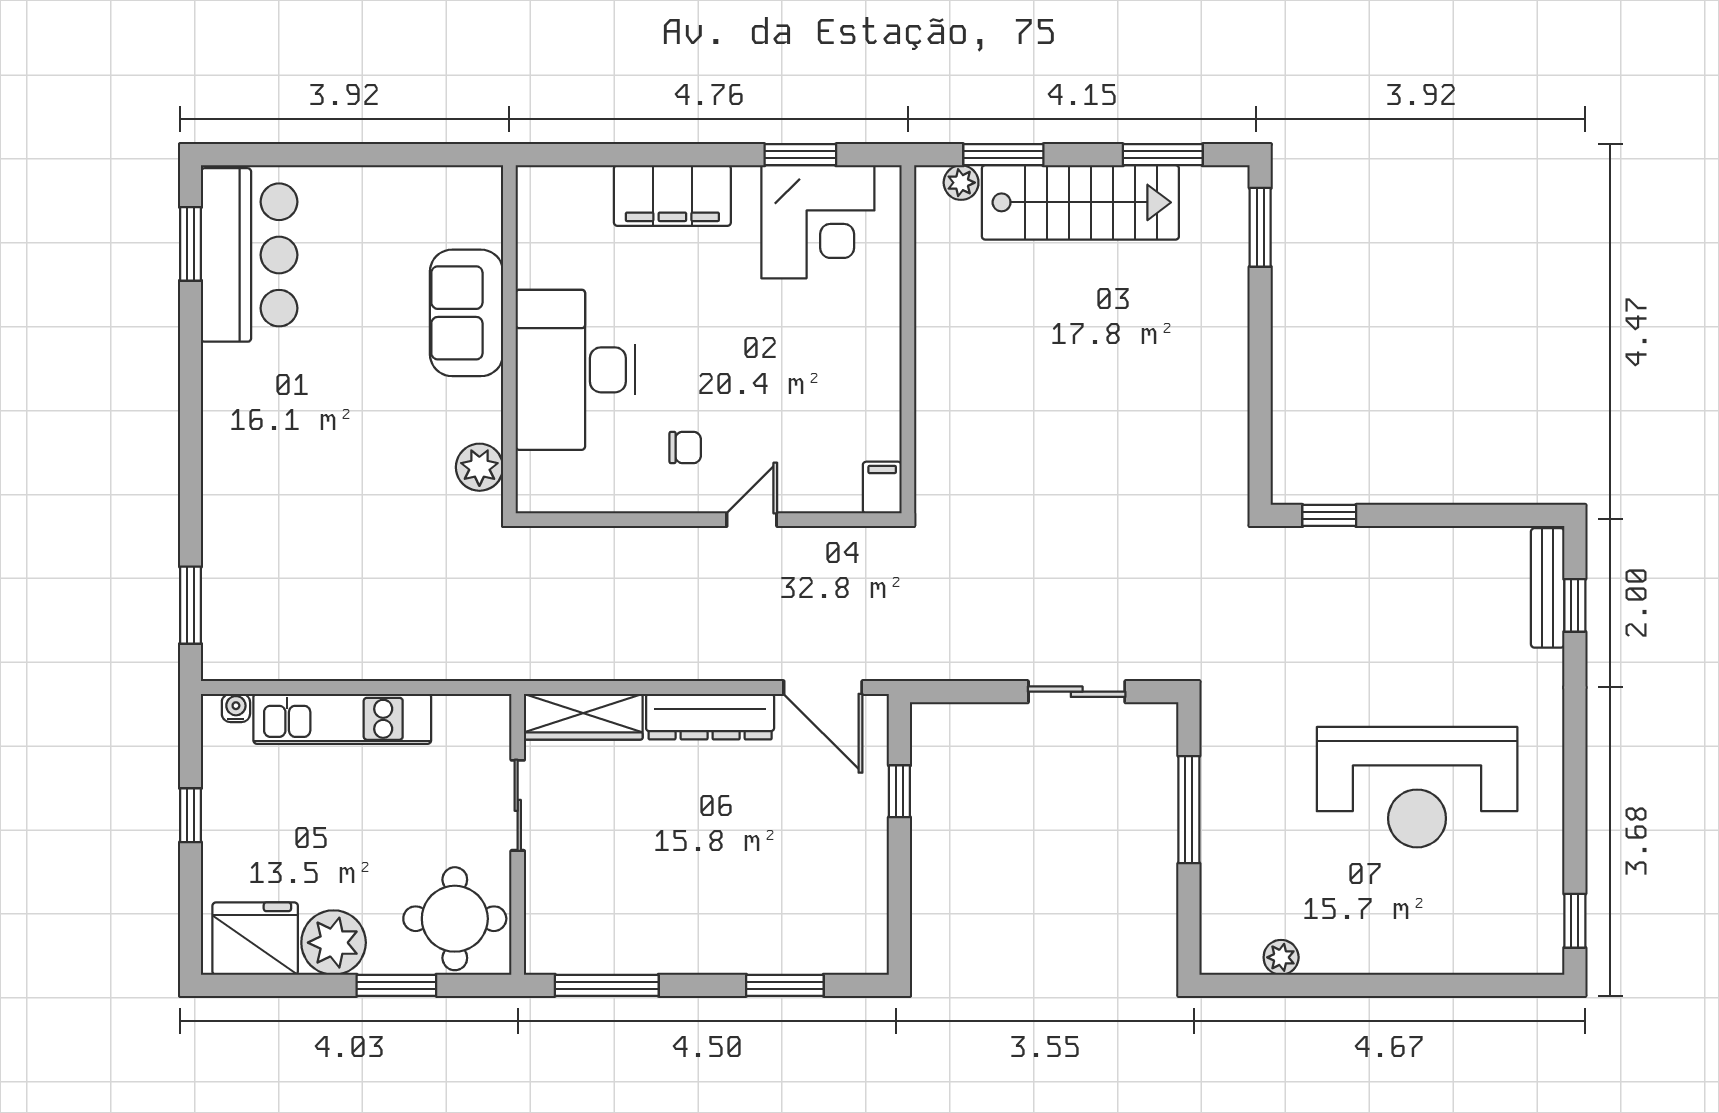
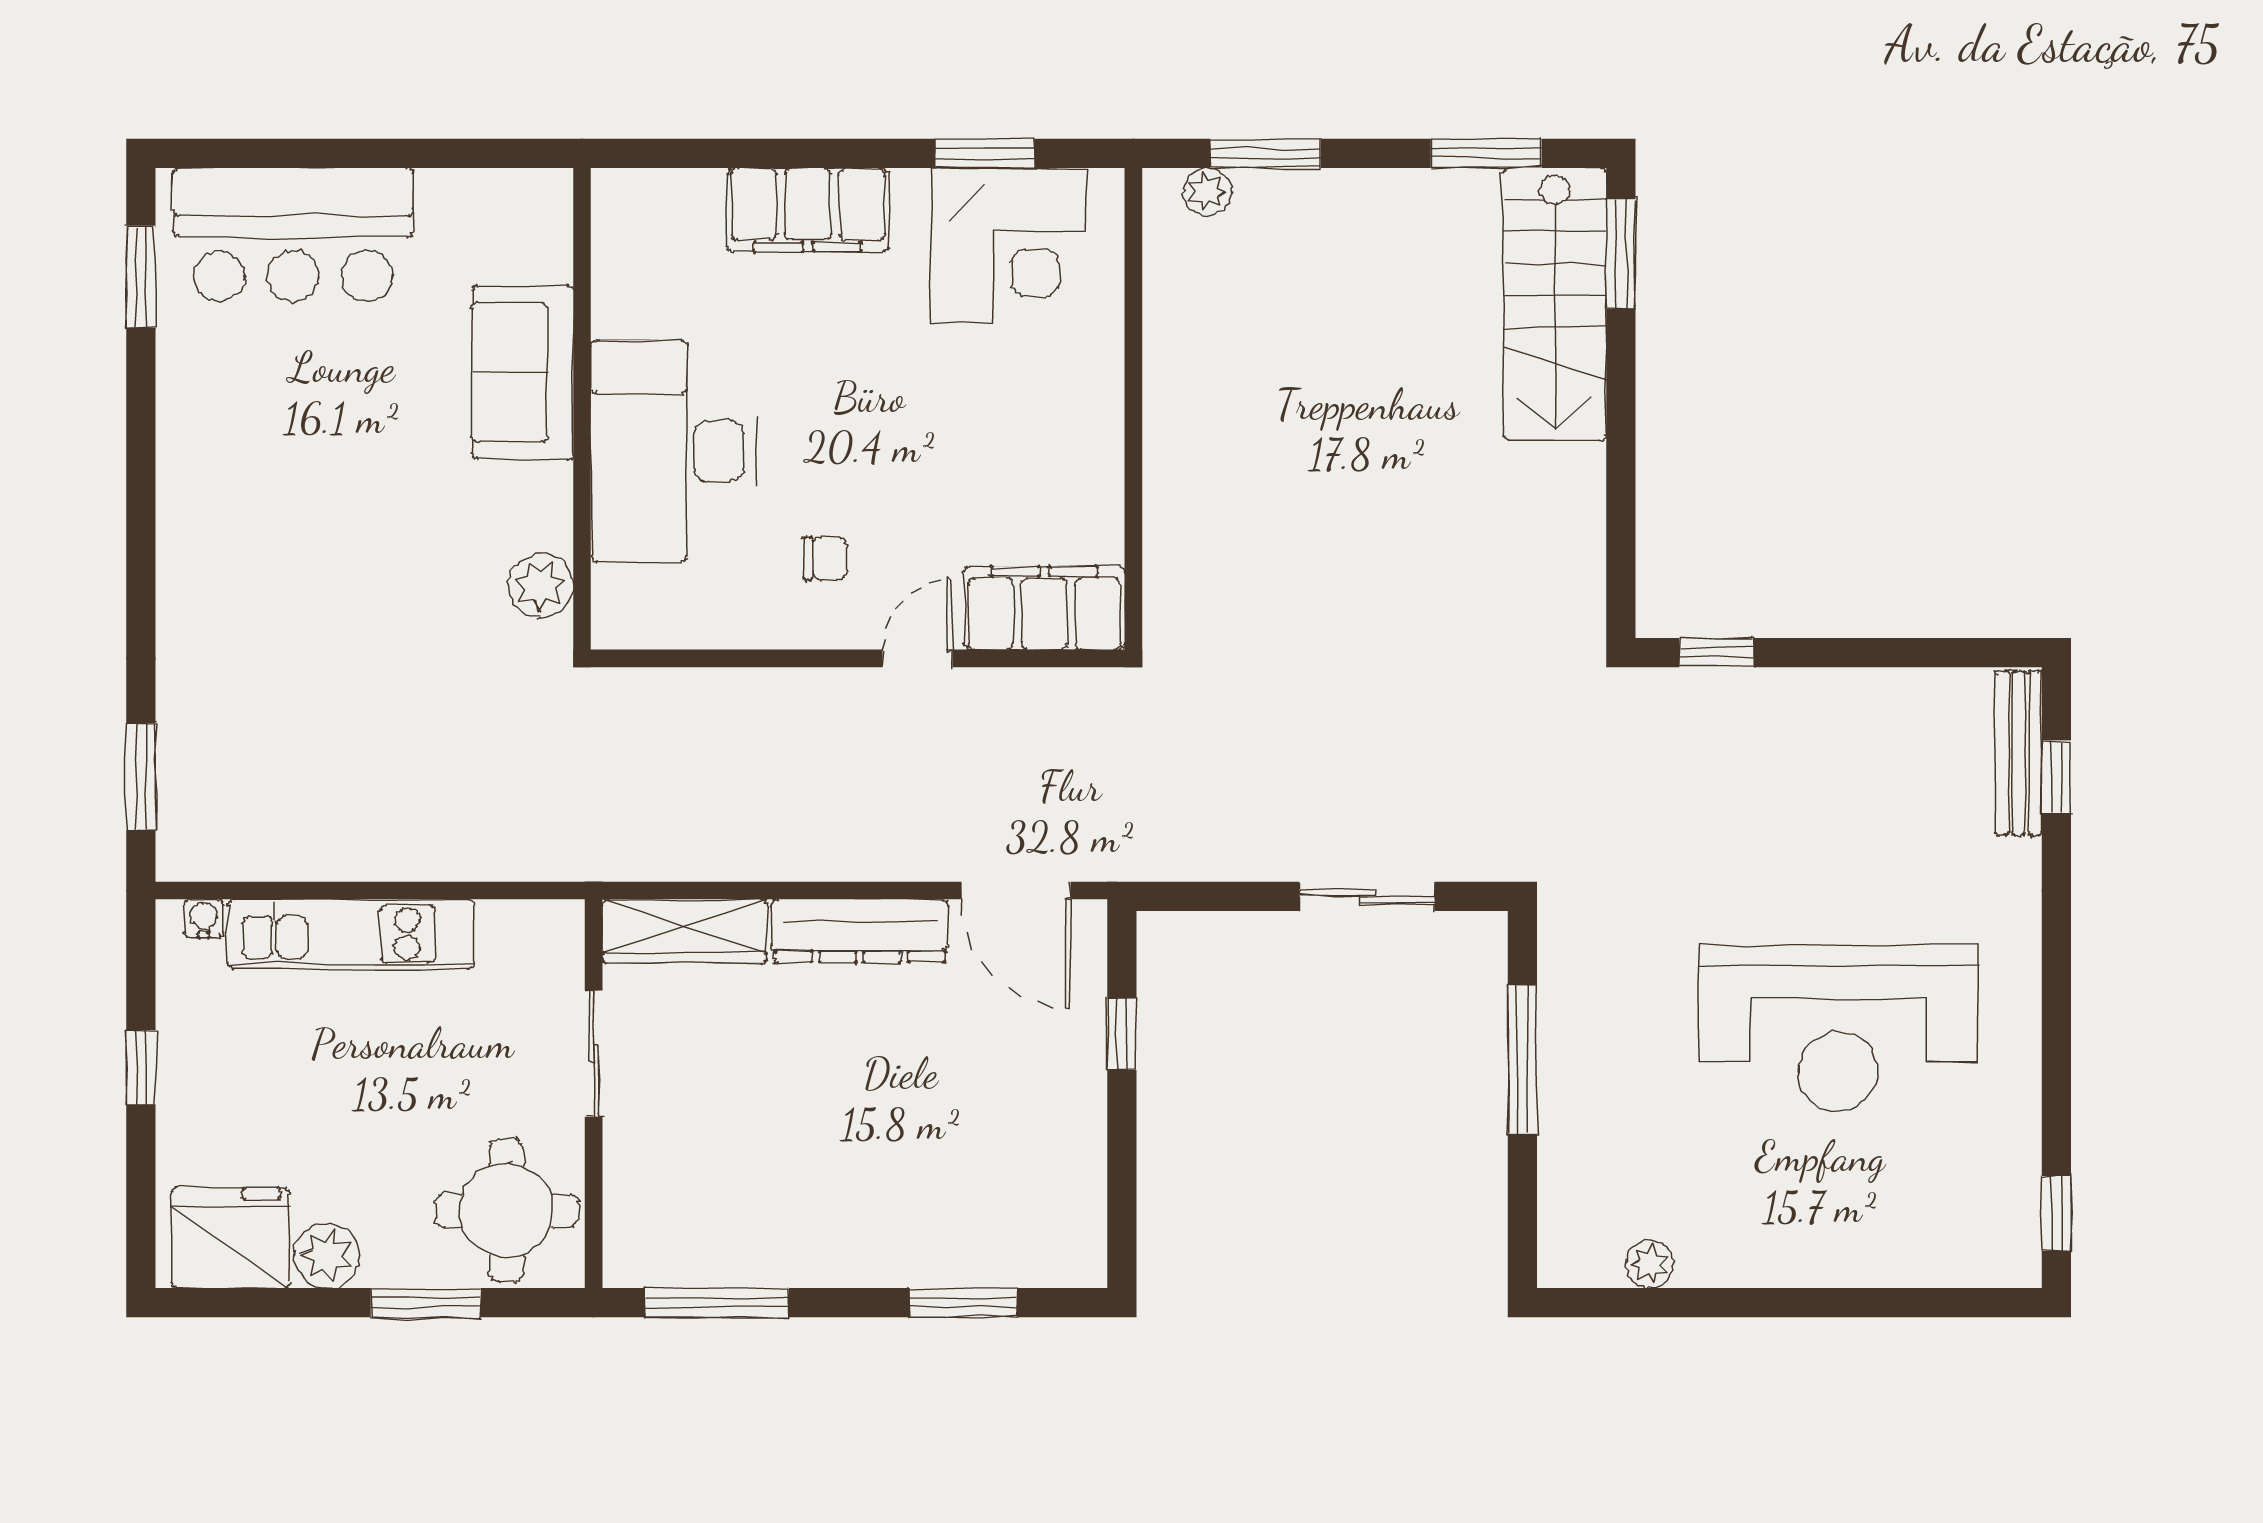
stairs: (1080, 202) -> (1555, 304), moved, turned 90
bar counter: (249, 255) -> (293, 235), moved, turned 90
filing cabinet: (882, 488) -> (1044, 608), width x3.00, depth x1.17
plant: (334, 943) -> (327, 1255), width x0.73, depth x0.73

